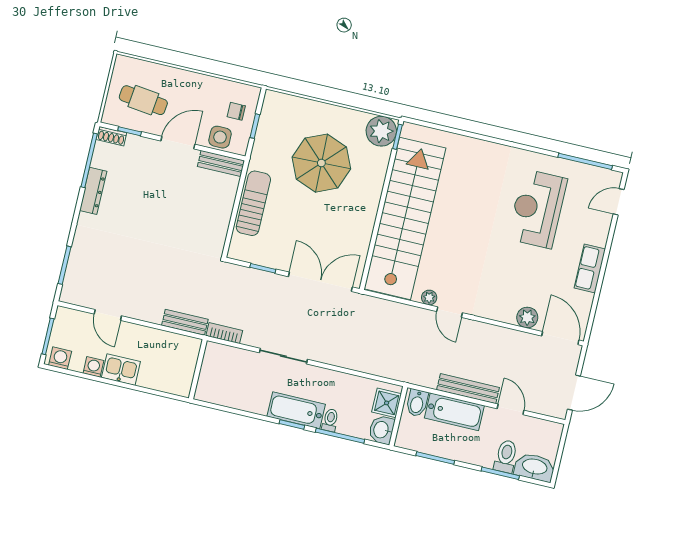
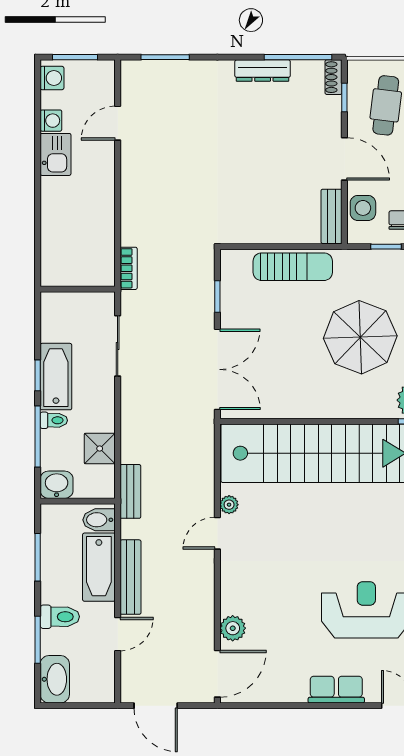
row of seats: (590, 268) -> (336, 690), moved
bench: (185, 322) -> (130, 491), moved
wall: (198, 369) -> (78, 289), moved
shower: (387, 403) -> (100, 448), moved
toilet: (506, 456) -> (60, 617), moved

